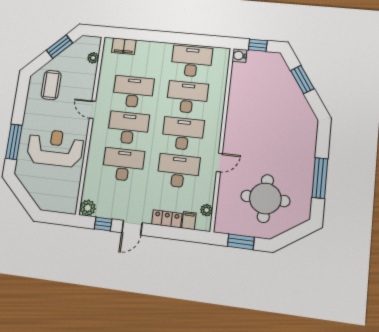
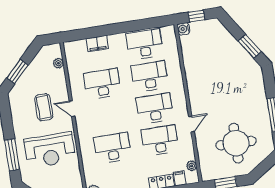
filing cabinet: (124, 46) -> (97, 44), moved
window: (59, 47) -> (17, 72), moved
window: (302, 80) -> (250, 46), moved
coffee table: (51, 85) -> (44, 107), moved
desk: (128, 128) -> (107, 116), removed
reception desk: (55, 148) -> (50, 150), turned 180

